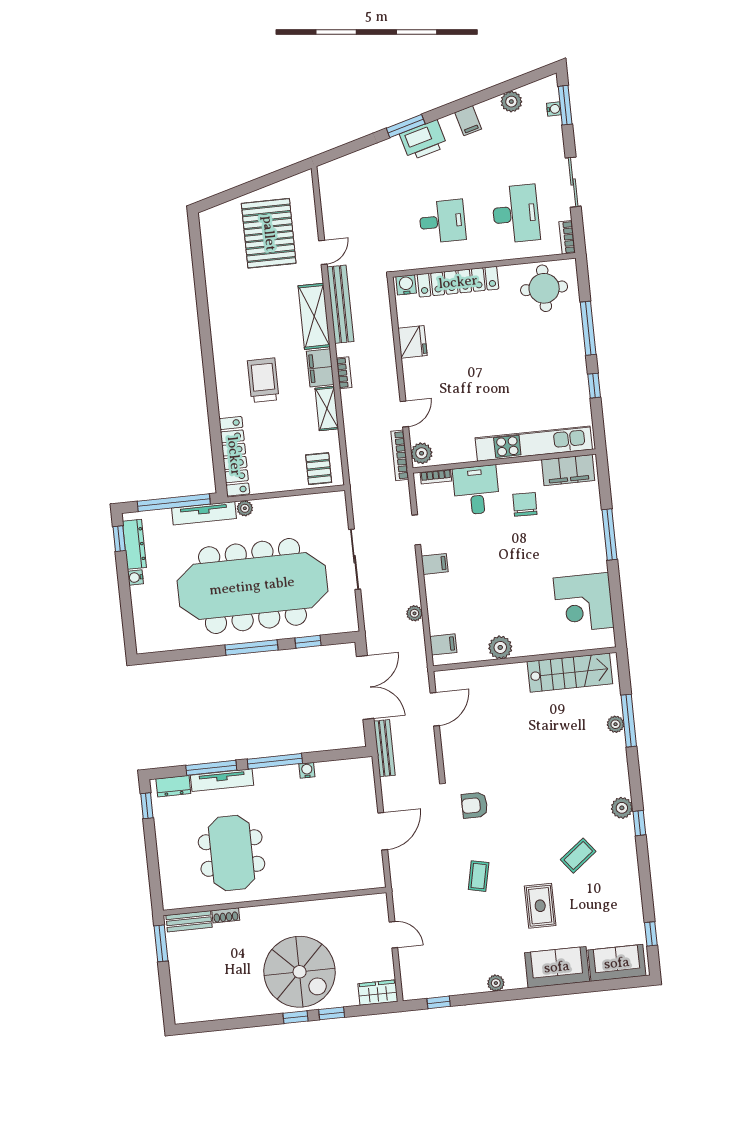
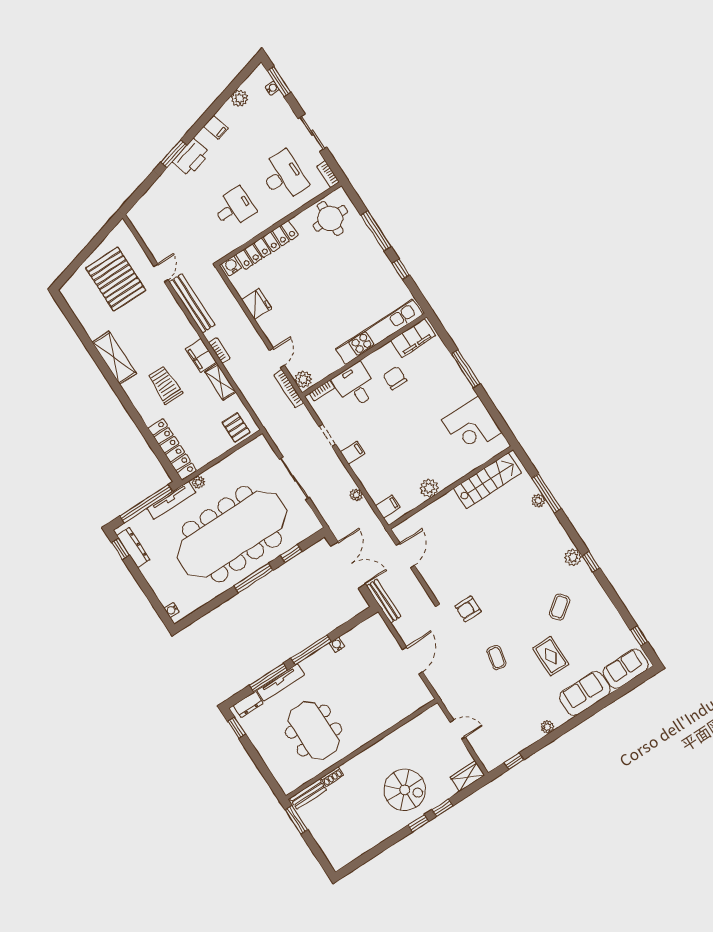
shelving: (314, 316) -> (114, 358), moved
water cooler: (135, 577) -> (172, 610), moved
spiral stairs: (300, 972) -> (405, 790), width x0.73, depth x0.73

